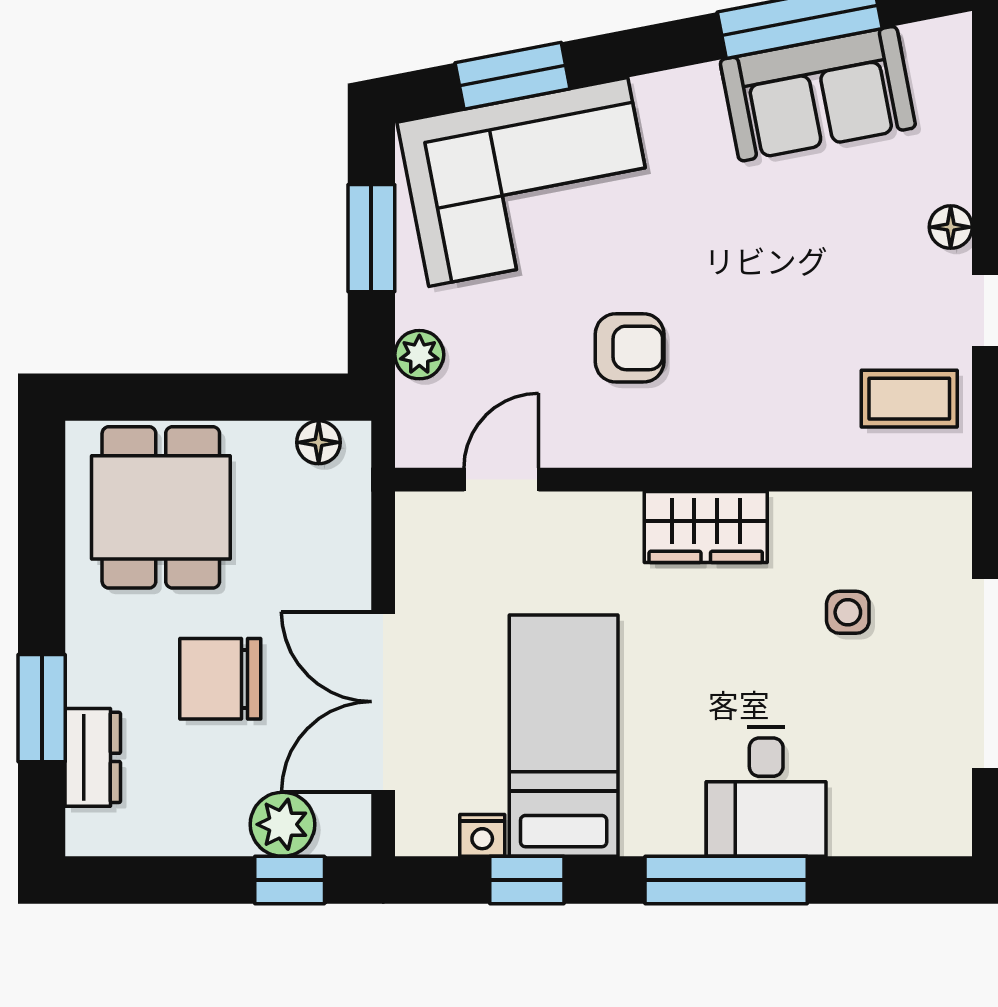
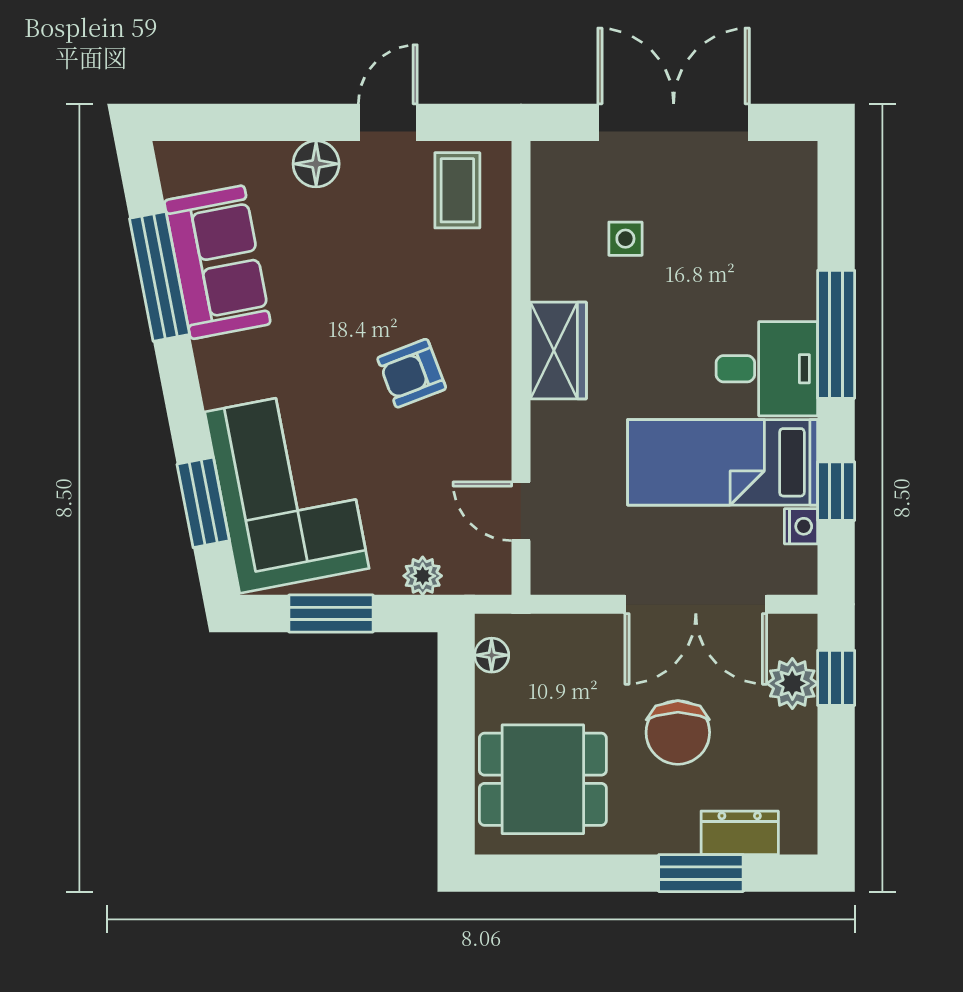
floor lamp: (951, 227) -> (316, 164), width x1.37, depth x1.37
armchair: (630, 348) -> (412, 373), moved, turned -111
desk: (766, 792) -> (767, 369), moved

